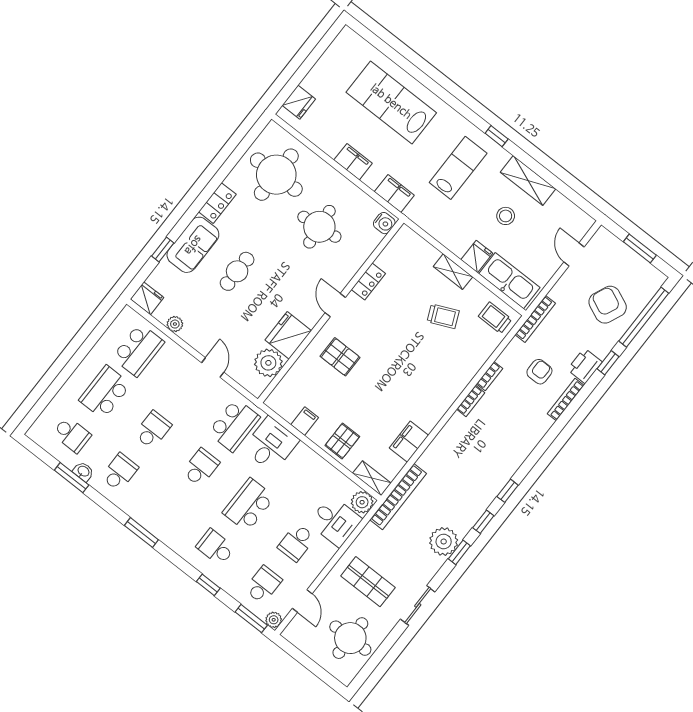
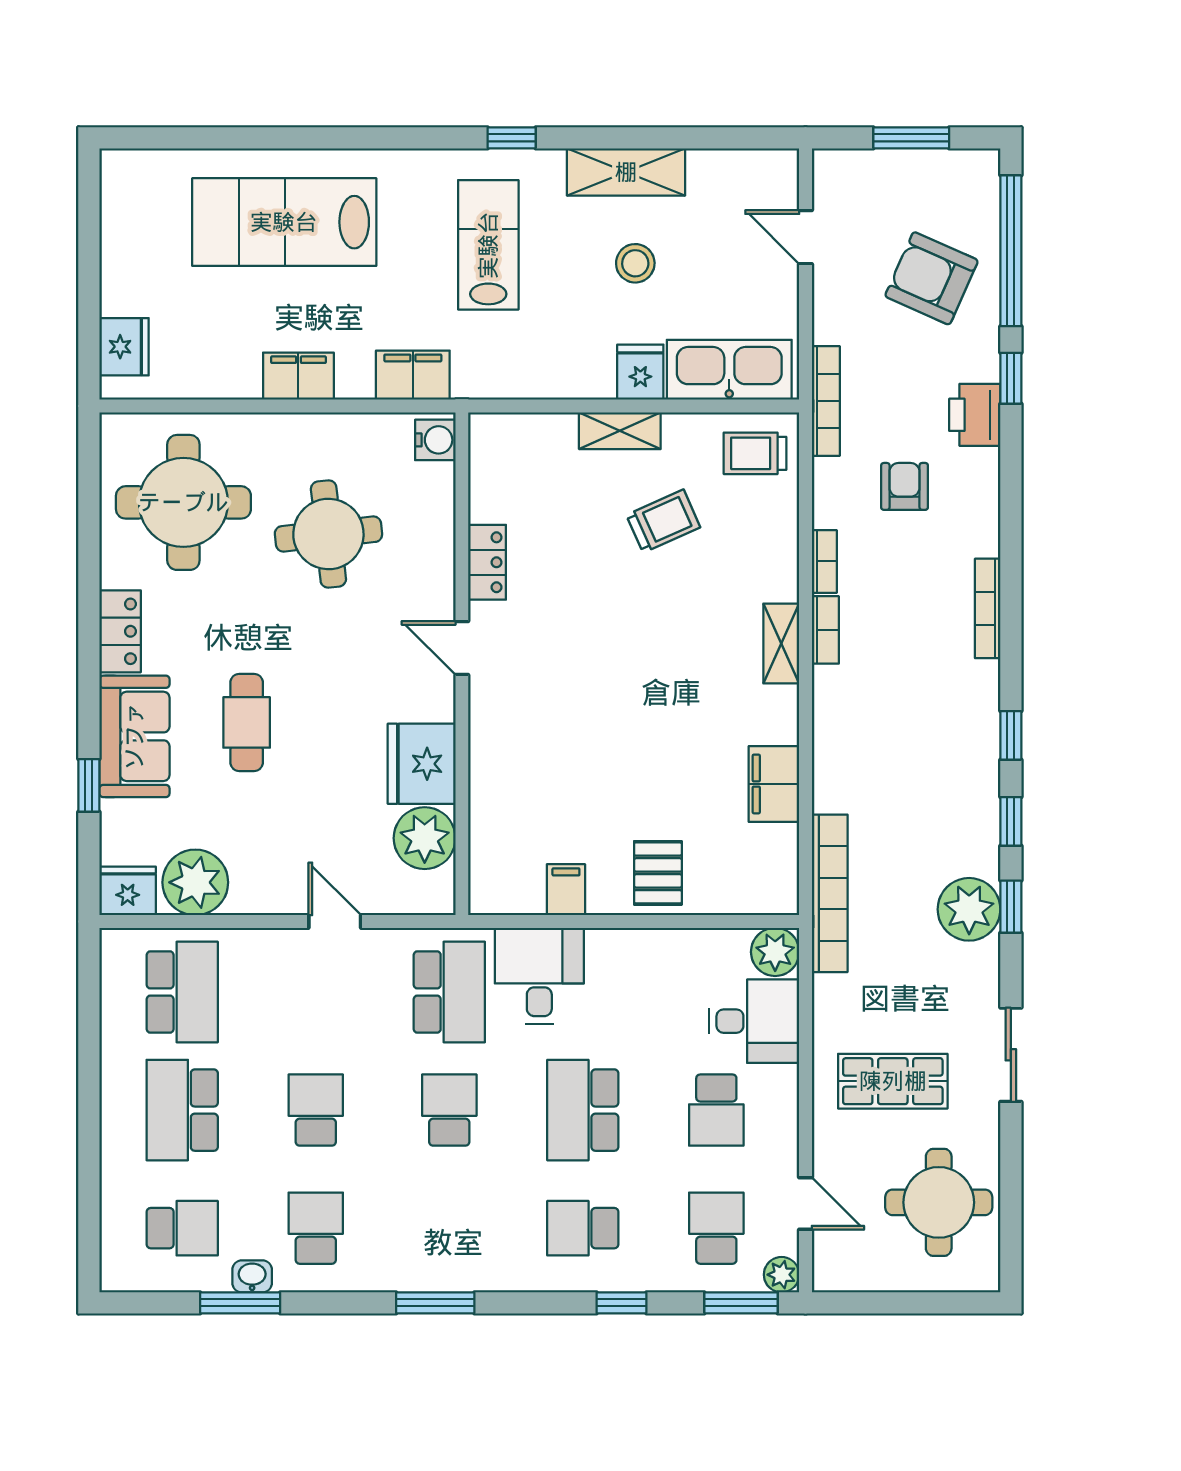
plant: (175, 324) -> (195, 882), width x1.88, depth x1.88
pallet: (340, 357) -> (540, 731), removed
bookcase: (566, 400) -> (988, 608), moved
shelving: (372, 478) -> (781, 643), moved, turned 90

